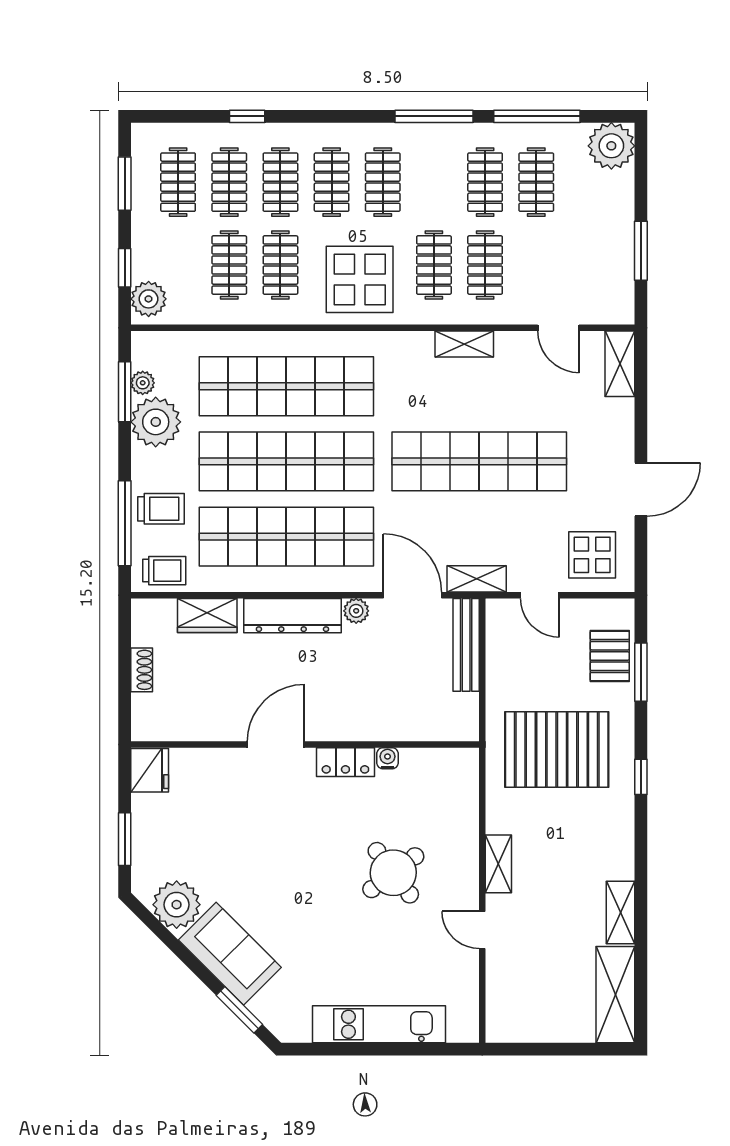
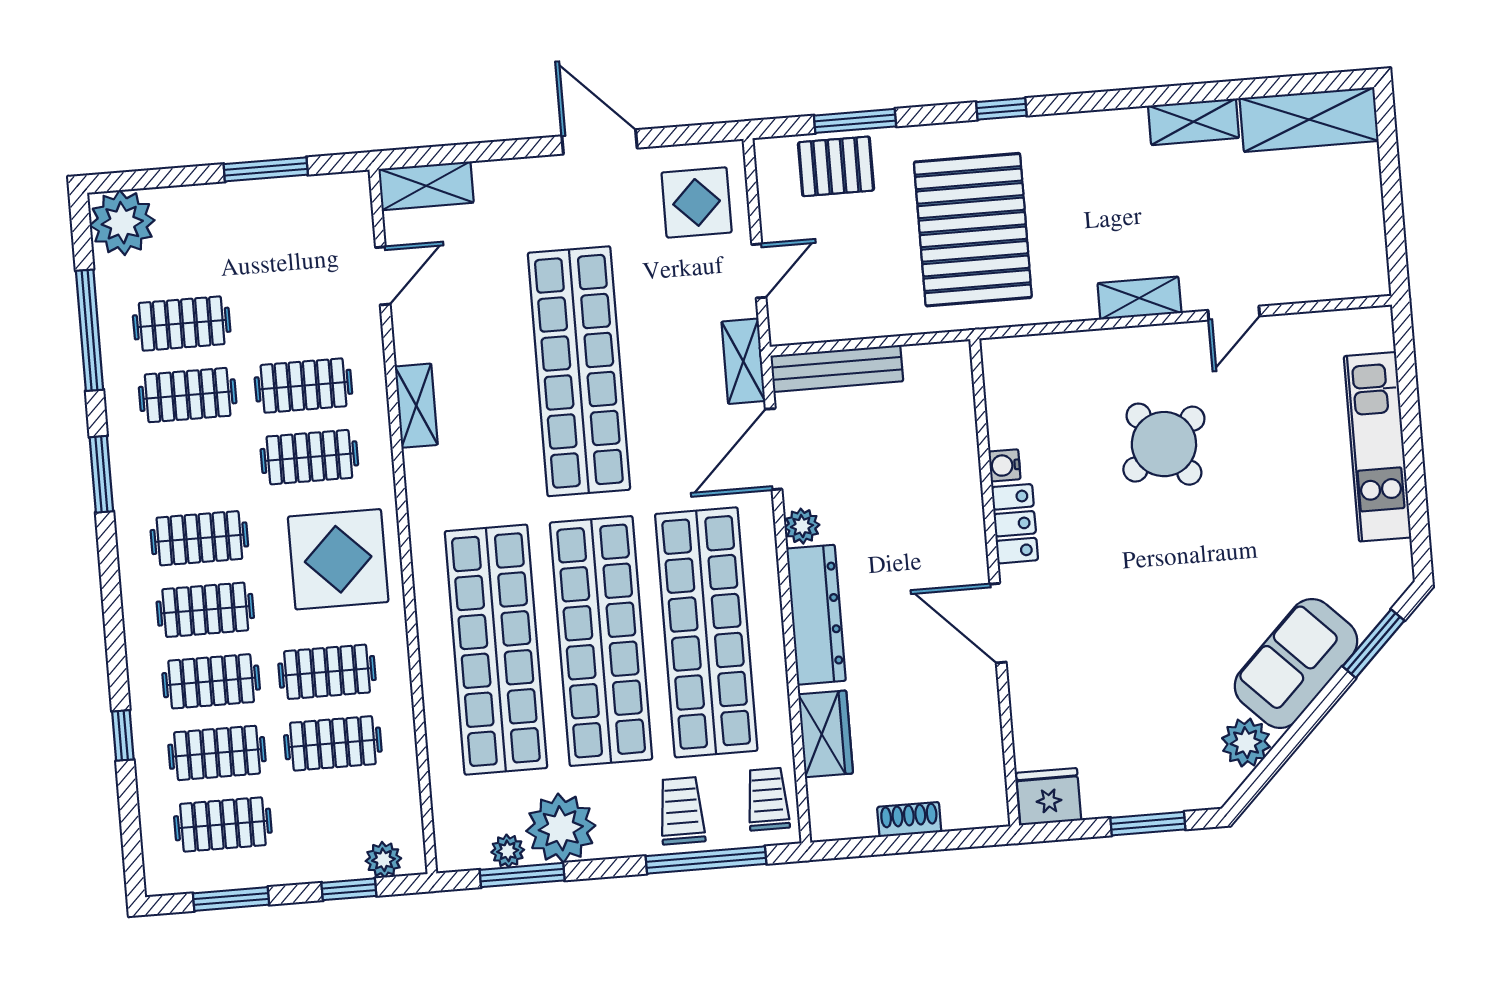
window: (434, 116) -> (101, 474), width x0.69
plant: (149, 299) -> (383, 860), width x0.73, depth x0.73
plant: (177, 905) -> (1246, 743), width x0.73, depth x0.73

